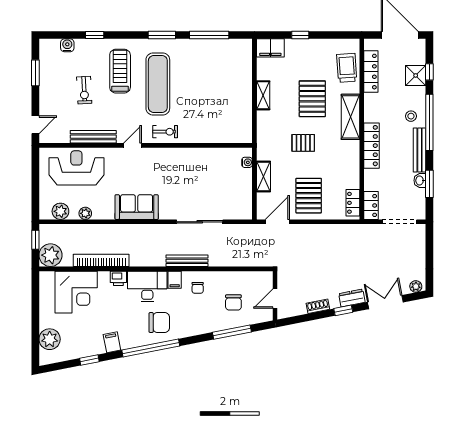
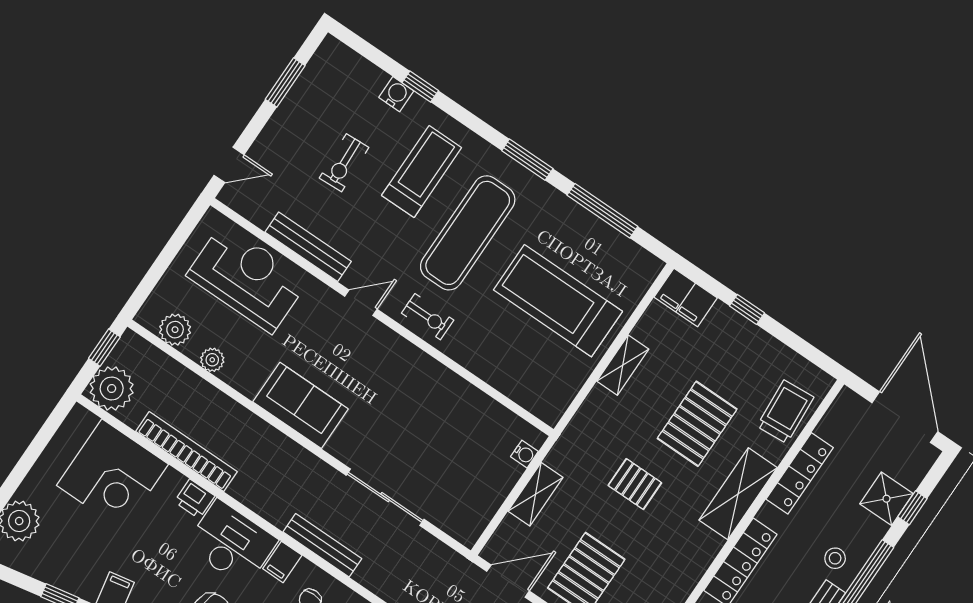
water cooler: (67, 45) -> (396, 94), moved
locker: (371, 72) -> (800, 473), moved
treadmill: (216, 87) -> (558, 301), added

